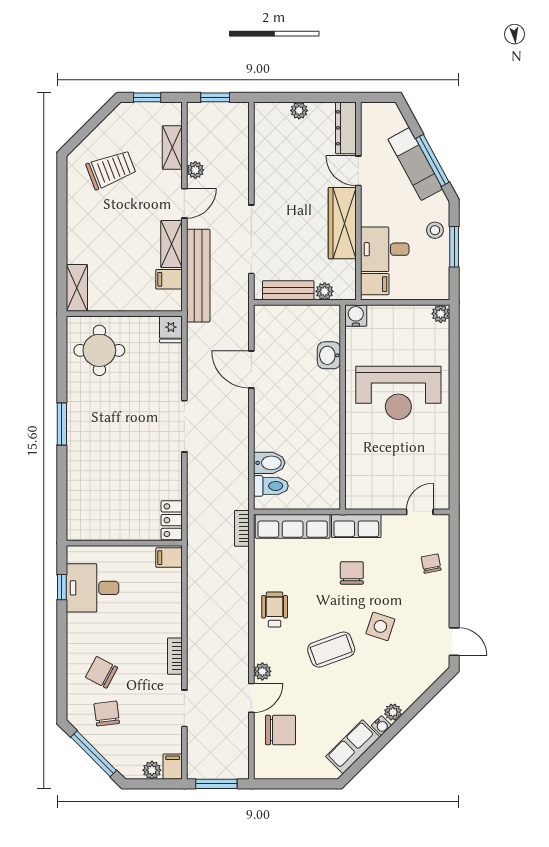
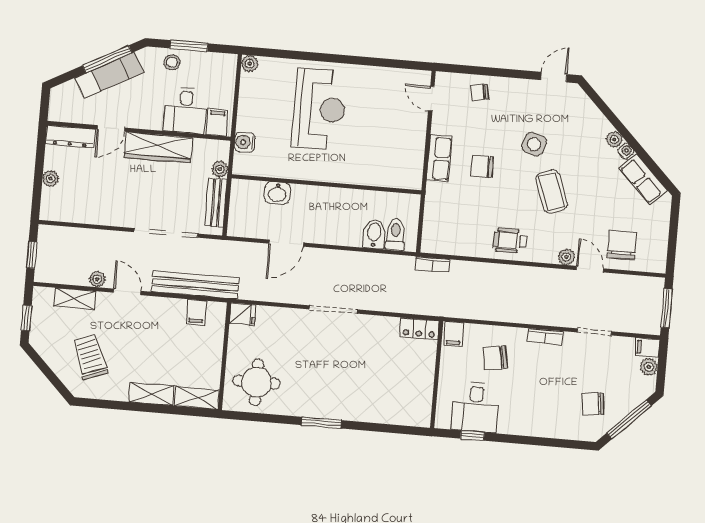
shelving: (172, 244) -> (152, 394), moved
washbasin: (329, 355) -> (277, 193), moved
wall: (343, 407) -> (326, 184), moved
row of seats: (293, 526) -> (434, 217), removed
chair: (102, 672) -> (495, 358), moved, turned 52

